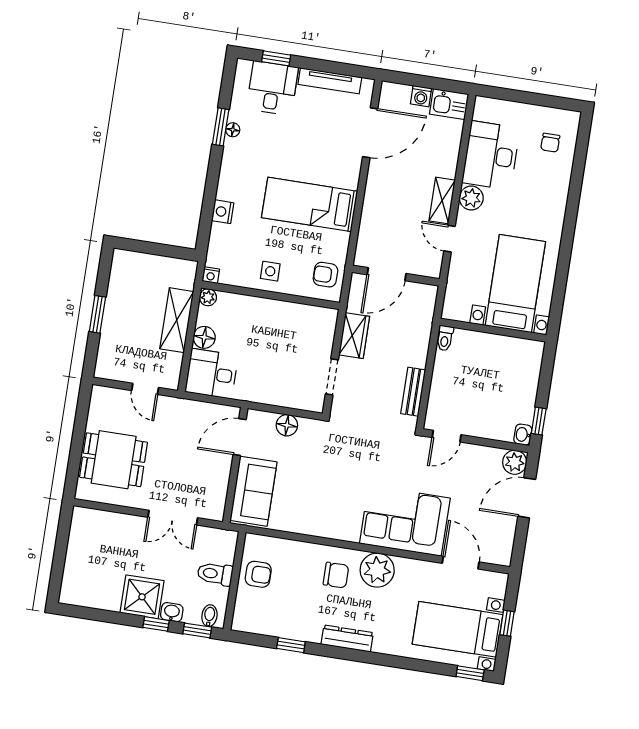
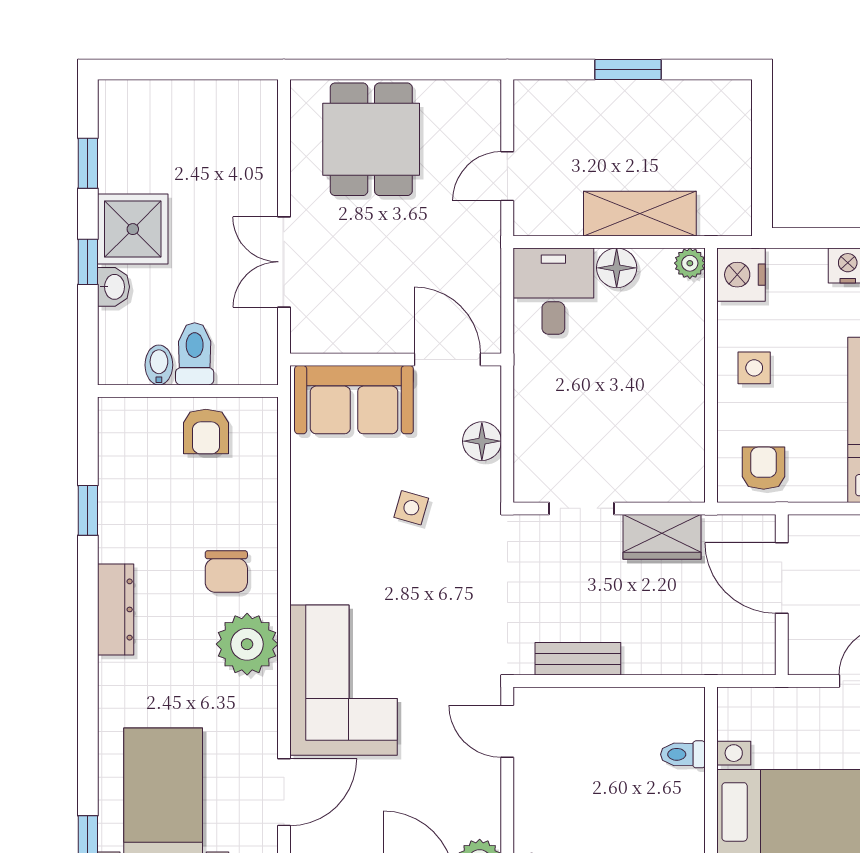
nightstand: (211, 275) -> (741, 275), width x1.89, depth x1.79
toilet: (445, 338) -> (683, 754), moved
side table: (317, 469) -> (411, 508), added
bidet: (209, 616) -> (159, 365), moved, turned -90
window: (197, 630) -> (88, 163), moved

